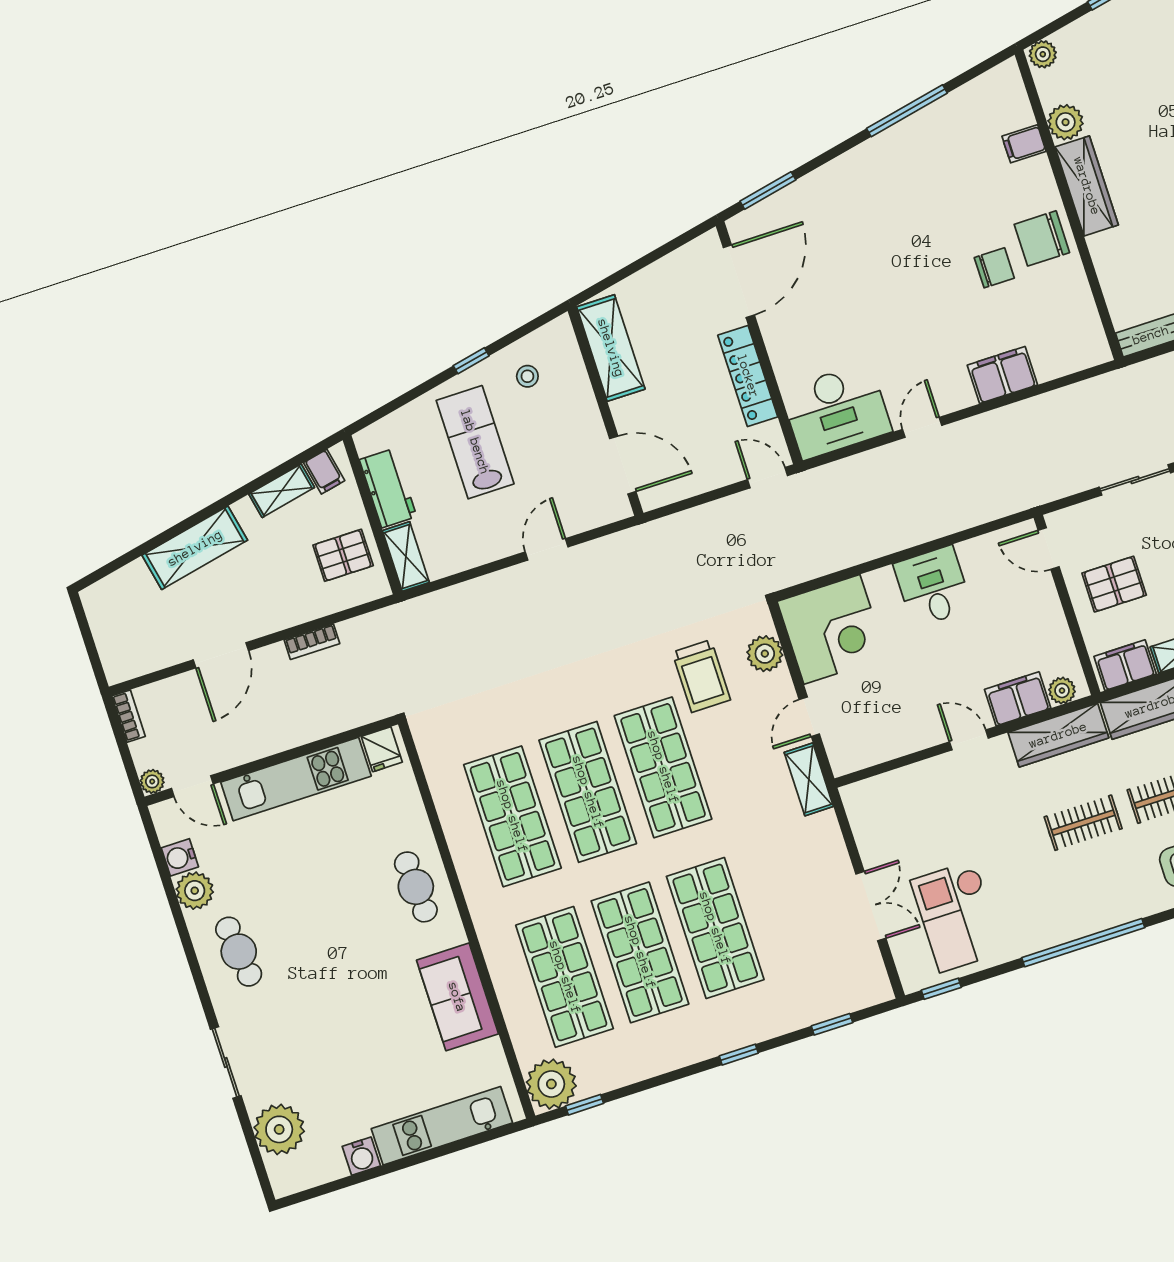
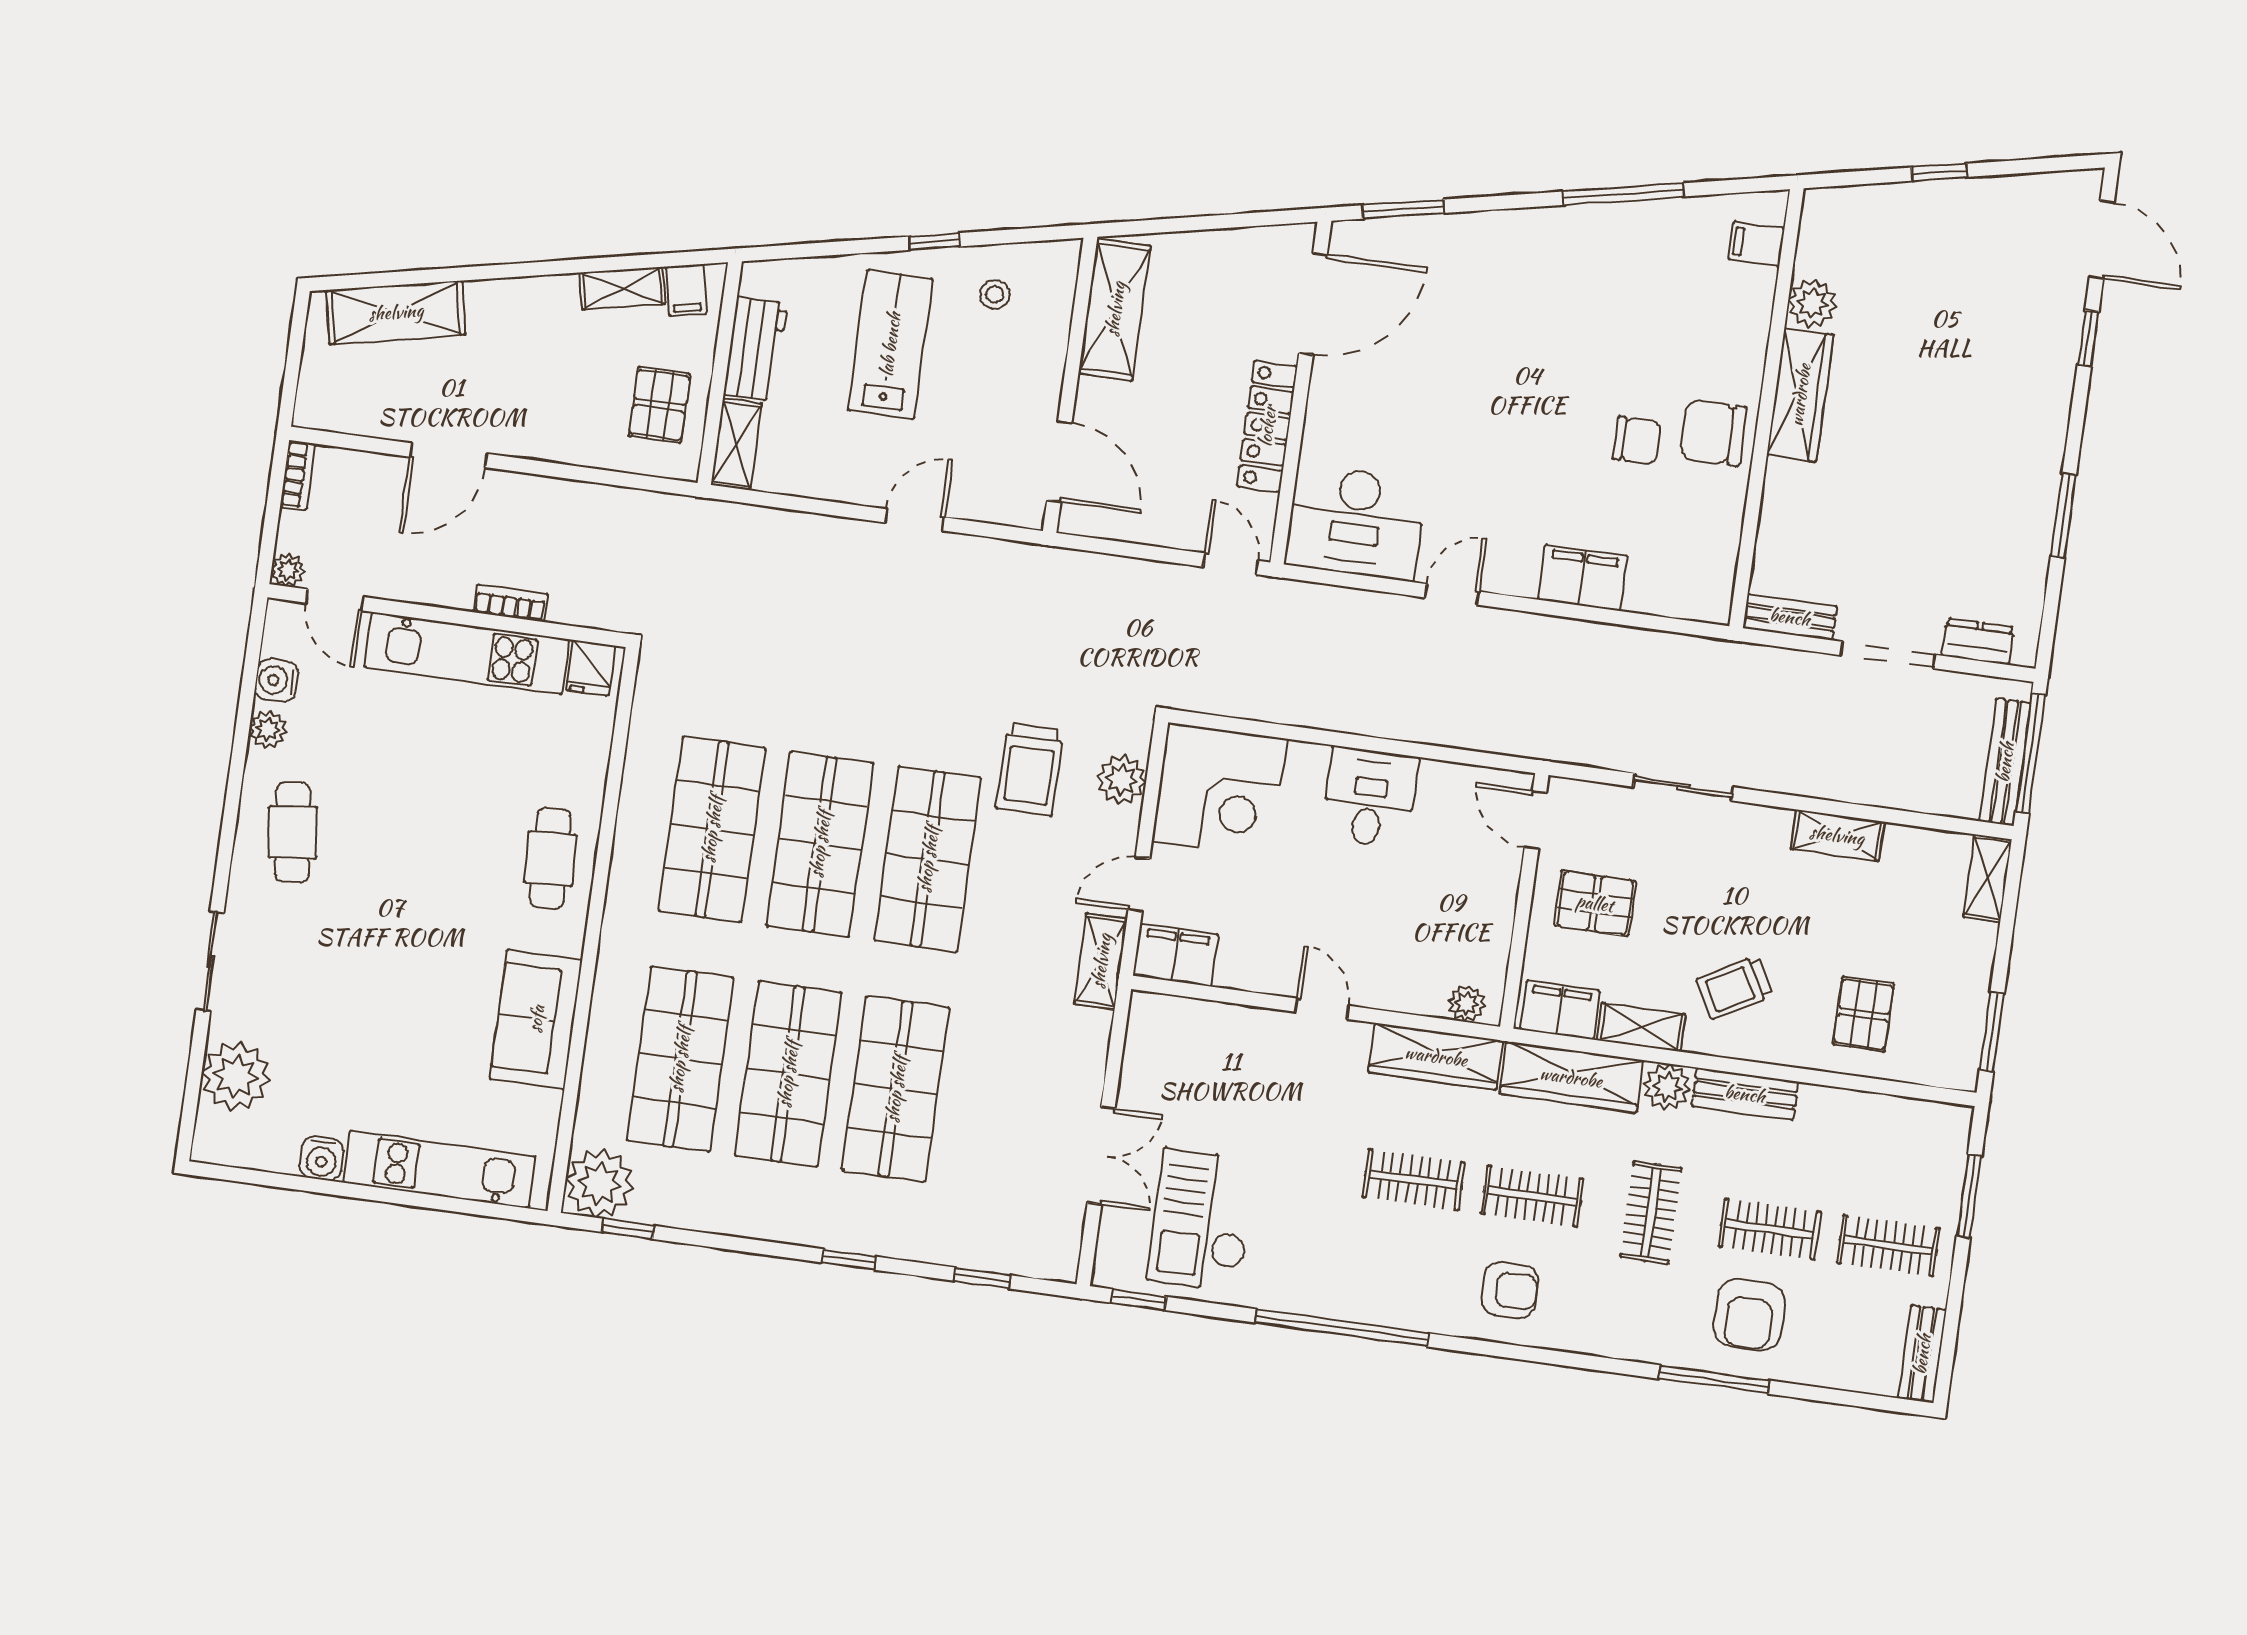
plant: (1043, 54) -> (1825, 206), removed
filing cabinet: (1024, 144) -> (1757, 244), moved
shelving: (195, 548) -> (396, 312), moved
pallet: (343, 555) -> (659, 405), turned 90
bookcase: (312, 642) -> (511, 603), moved, turned 180
filing cabinet: (1018, 699) -> (1176, 955), moved
plant: (195, 891) -> (268, 729), width x0.73, depth x0.73

